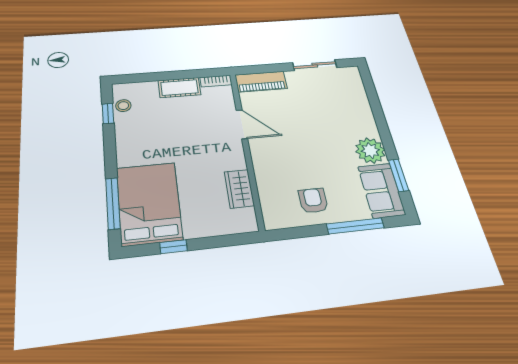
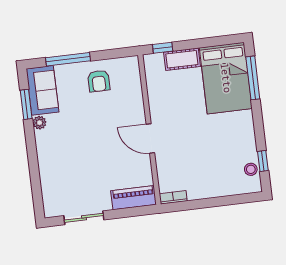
cot: (179, 88) -> (182, 59), moved
door: (242, 124) -> (150, 139), moved
plant: (370, 150) -> (40, 123), width x0.53, depth x0.53
wardrobe: (239, 189) -> (156, 91), removed
window: (173, 247) -> (163, 48), moved

